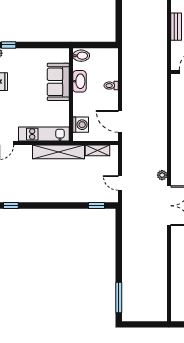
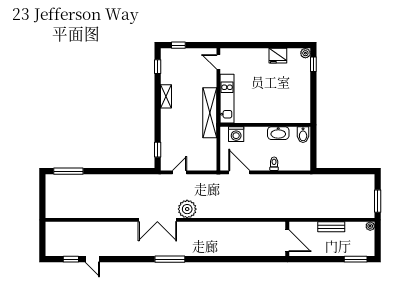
sofa: (58, 82) -> (278, 113), removed
door: (120, 121) -> (239, 172), hinge flipped
shelving: (97, 150) -> (166, 96), moved
plant: (162, 175) -> (187, 209), width x1.87, depth x1.87

